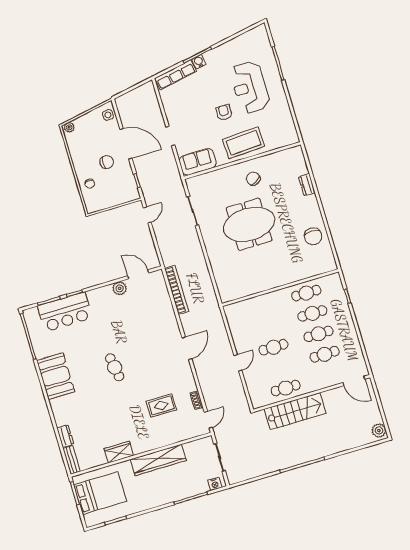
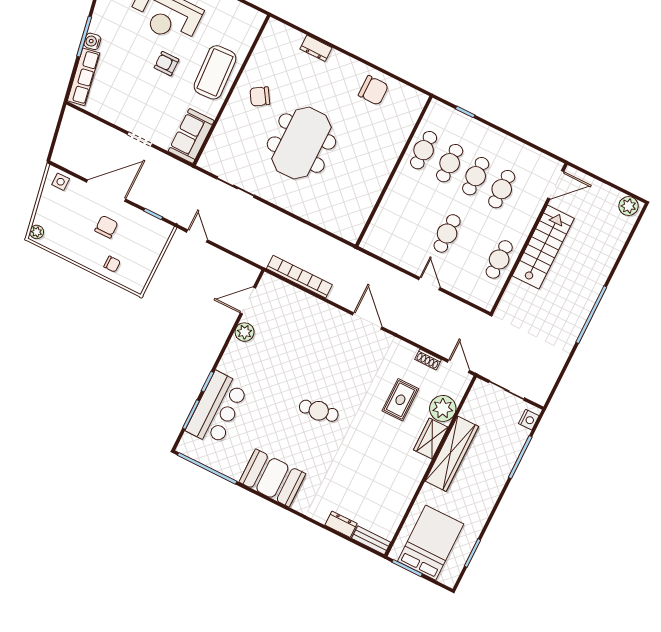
stairs: (295, 411) -> (543, 247), moved
plant: (178, 432) -> (443, 408), added
wardrobe: (119, 452) -> (431, 439), moved

